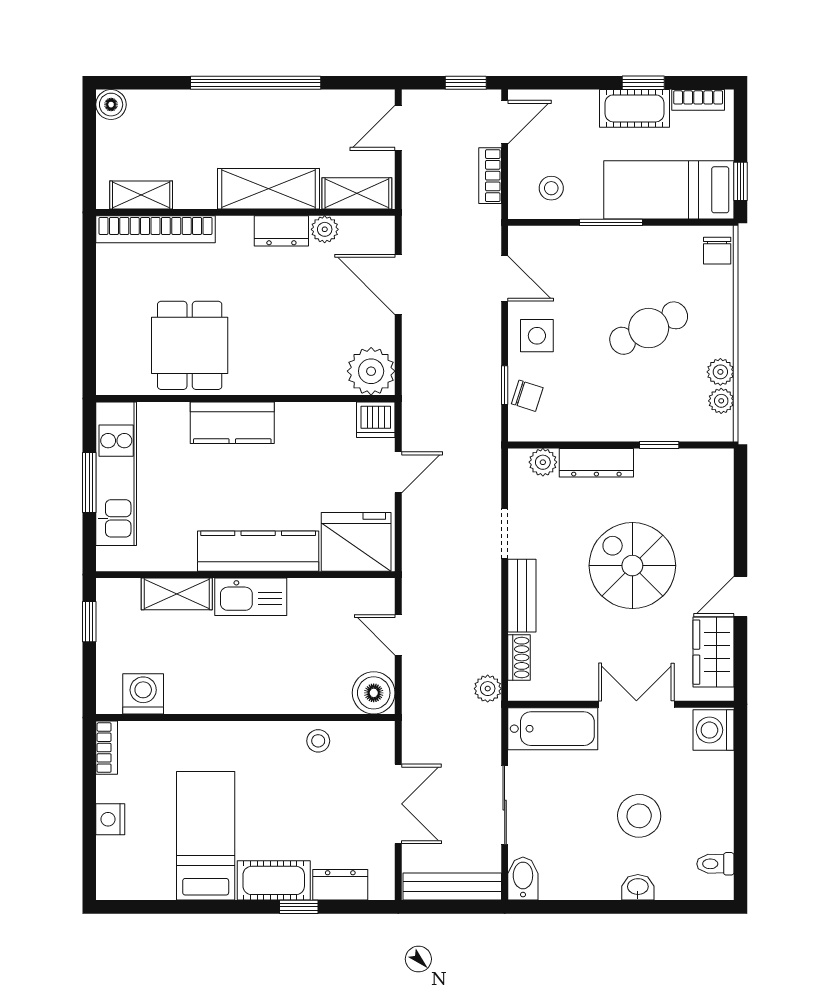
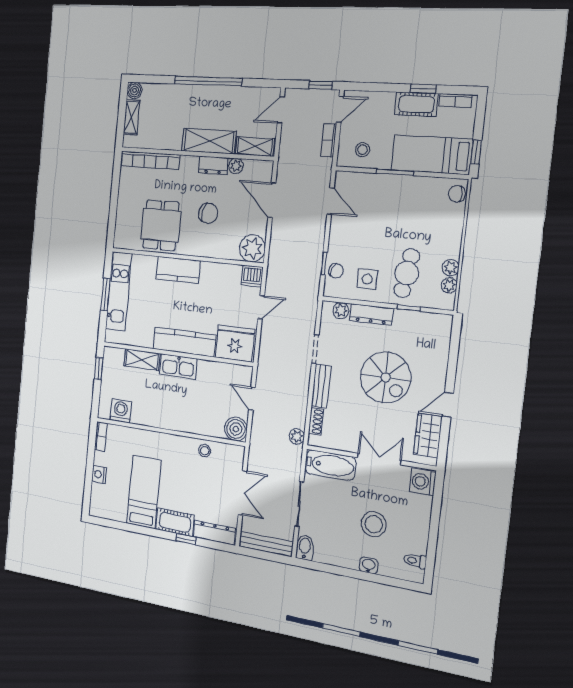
shelving: (141, 195) -> (132, 117), moved, turned 90
chair: (717, 251) -> (457, 194), turned 90
chair: (281, 316) -> (208, 213), added
cafe table: (649, 328) -> (407, 273), moved, turned -55
side table: (537, 336) -> (367, 279), moved
spiral stairs: (632, 566) -> (386, 377), turned 180
dresser: (340, 885) -> (214, 533), width x1.44

